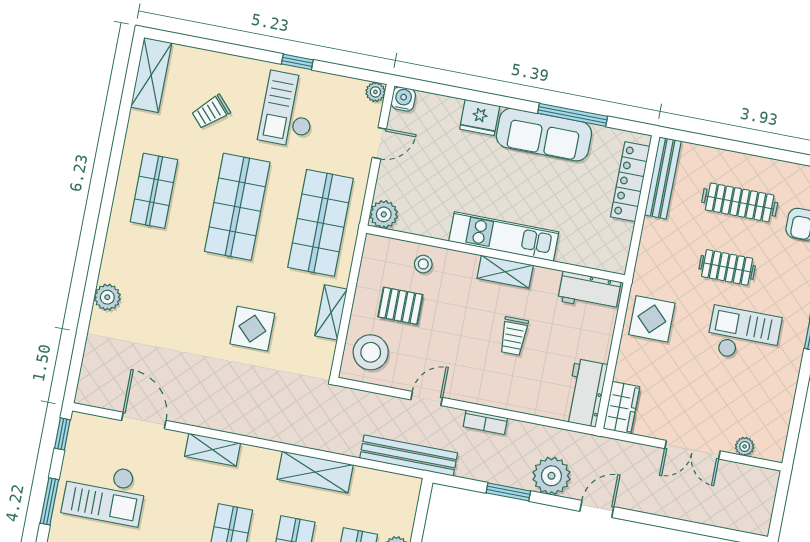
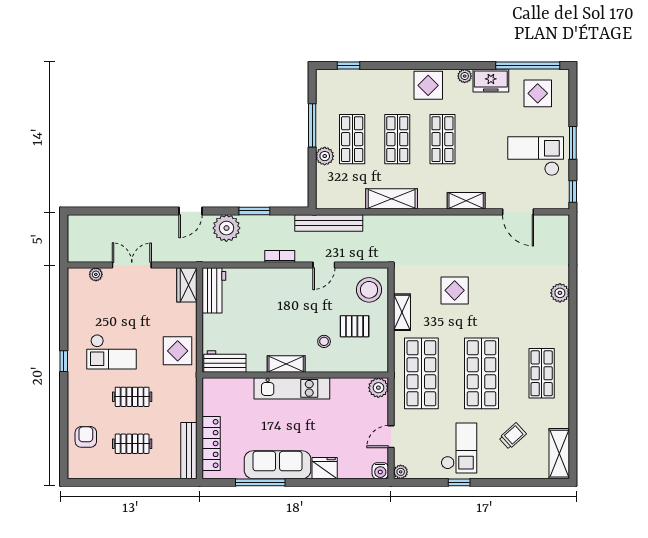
clothes rail: (740, 202) -> (132, 444), width x0.73
stool: (423, 264) -> (324, 341), moved
trolley: (514, 336) -> (272, 320), removed

